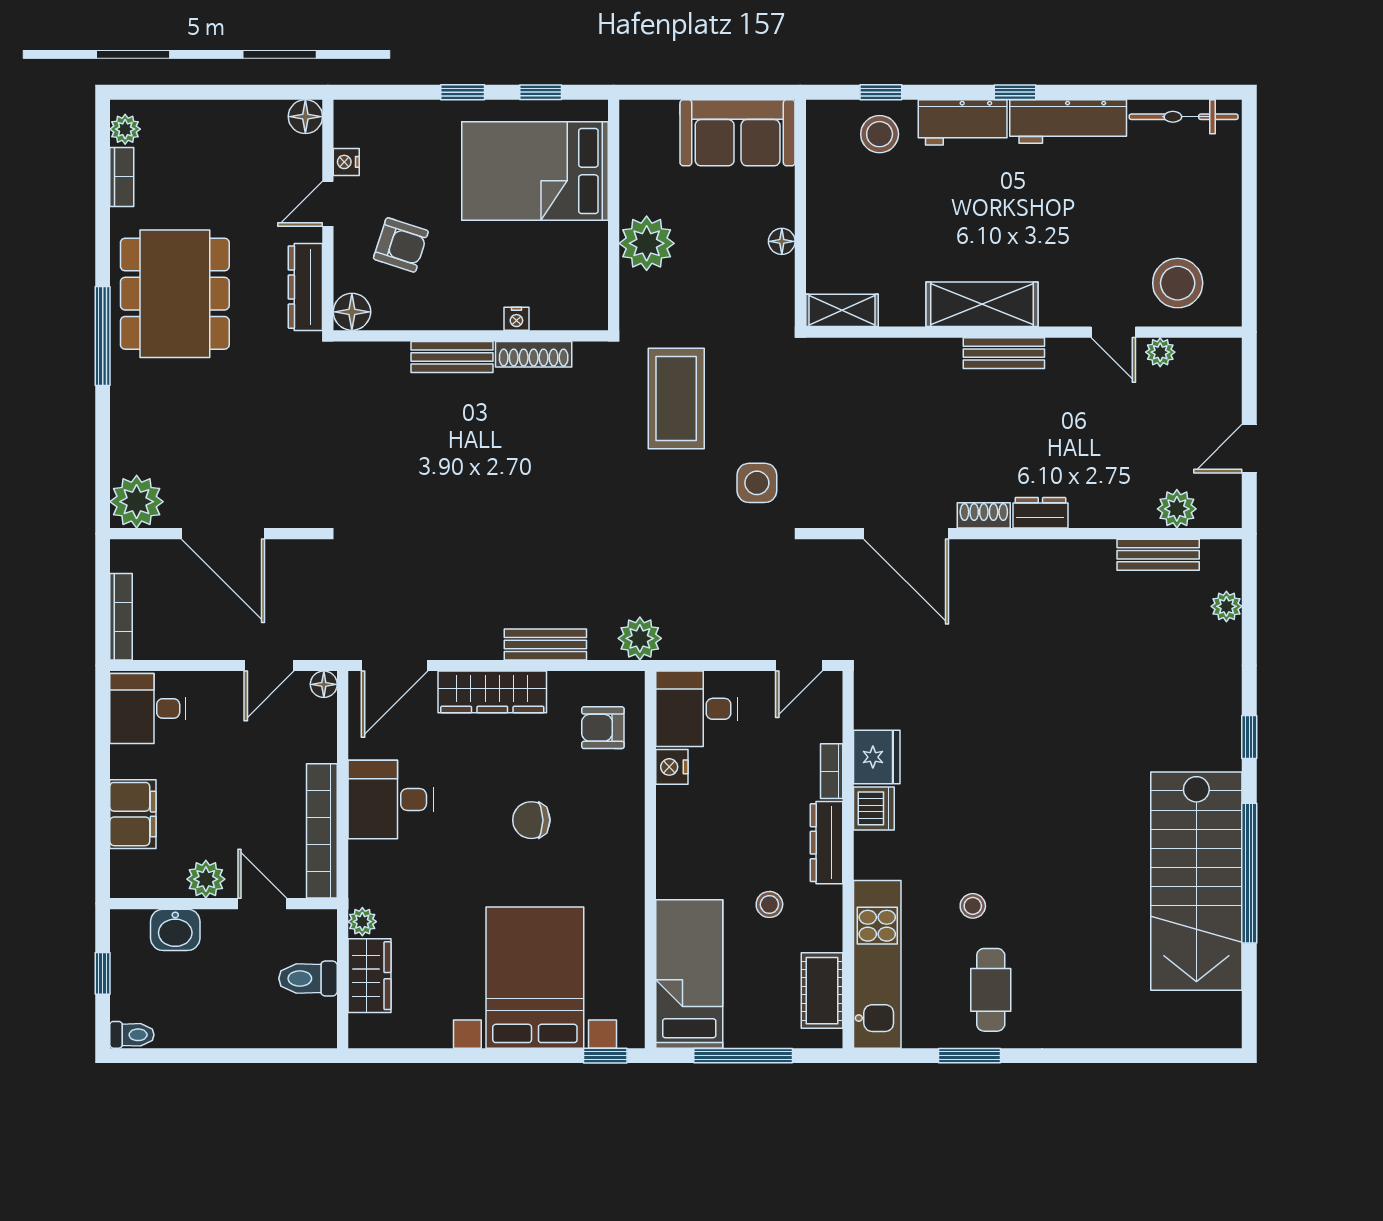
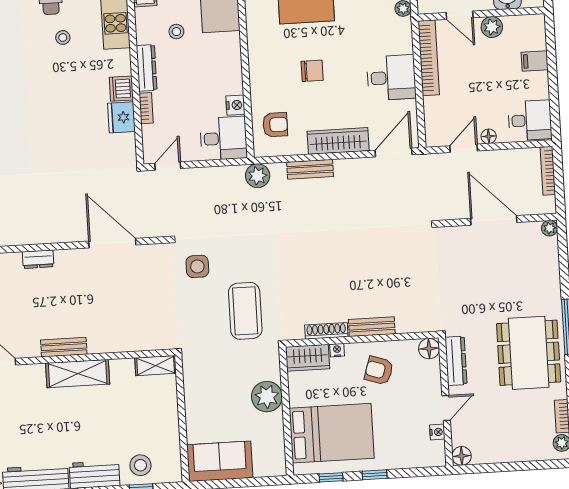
floor lamp: (782, 241) -> (191, 402), removed
armchair: (401, 245) -> (379, 370), moved
wardrobe: (570, 308) -> (308, 358), added
plant: (137, 502) -> (550, 228), width x0.53, depth x0.53
shoe rack: (984, 515) -> (70, 256), removed
floor lamp: (324, 684) -> (489, 136), moved
filing cabinet: (133, 814) -> (535, 61), width x0.50

